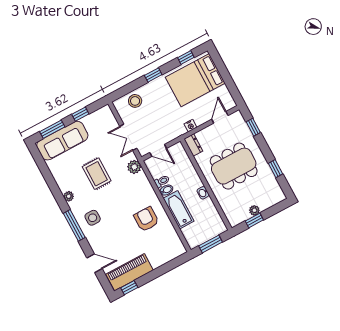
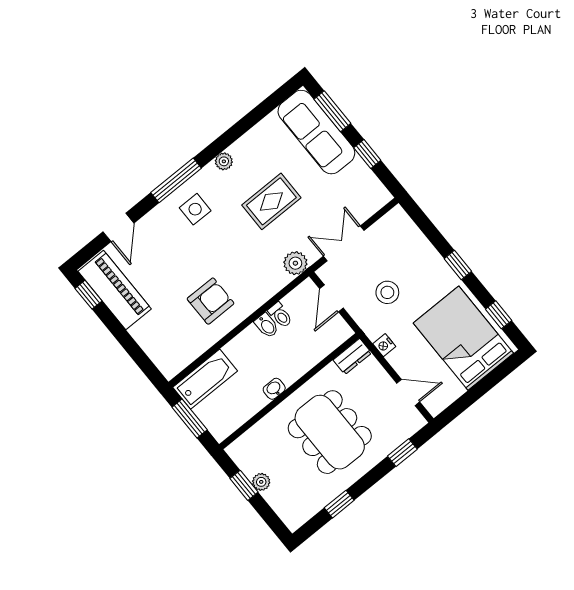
stool: (135, 101) -> (387, 292), moved
bathtub: (179, 210) -> (205, 379), moved

